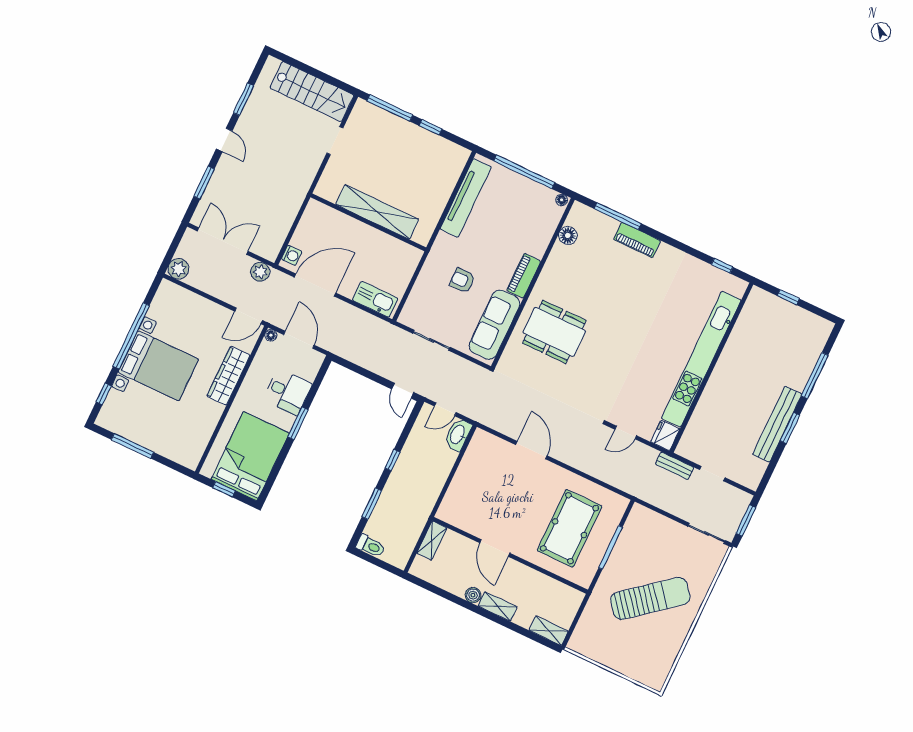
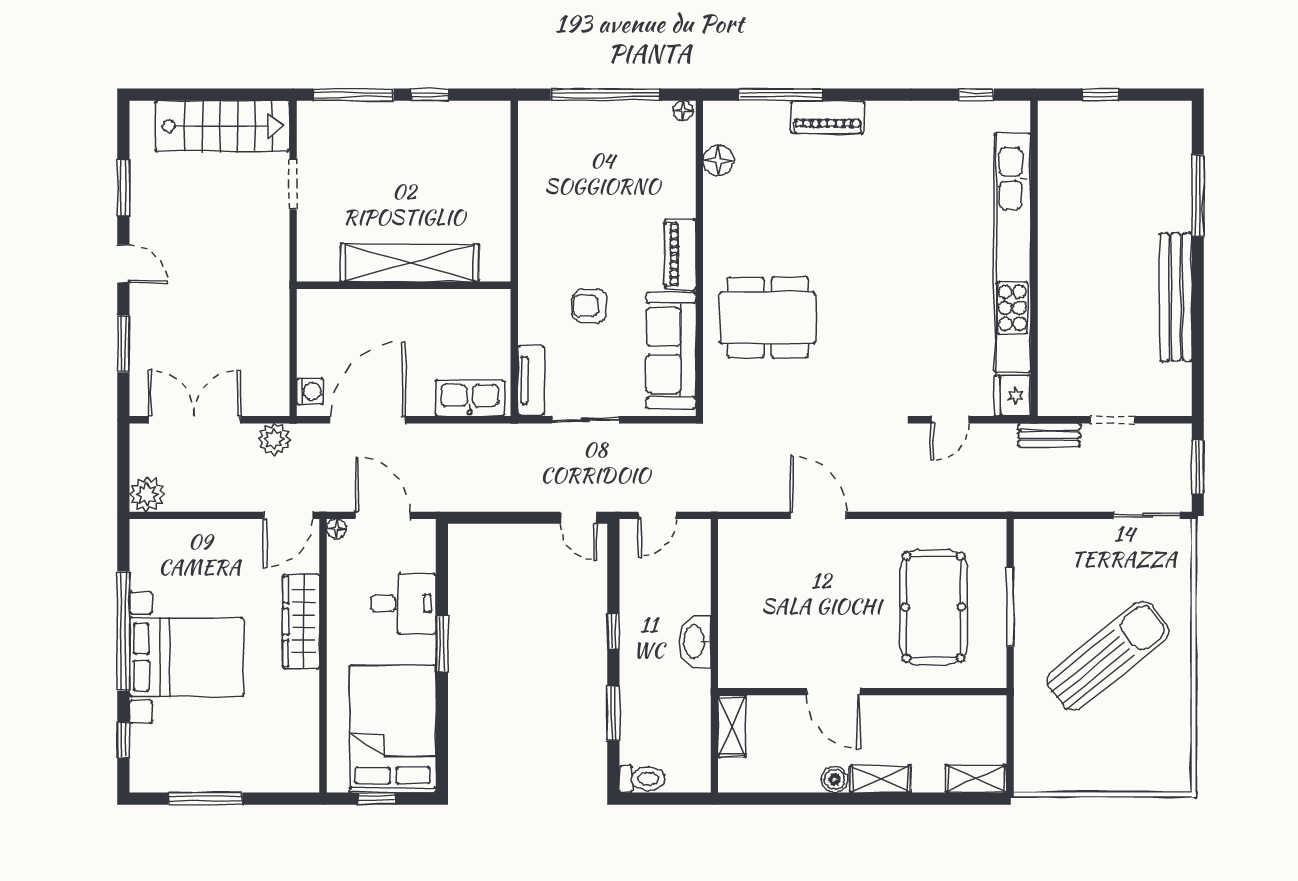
tv unit: (466, 198) -> (531, 380), moved, width x0.52, depth x0.78
window: (790, 428) -> (1198, 294), removed
washbasin: (458, 435) -> (695, 642), moved

